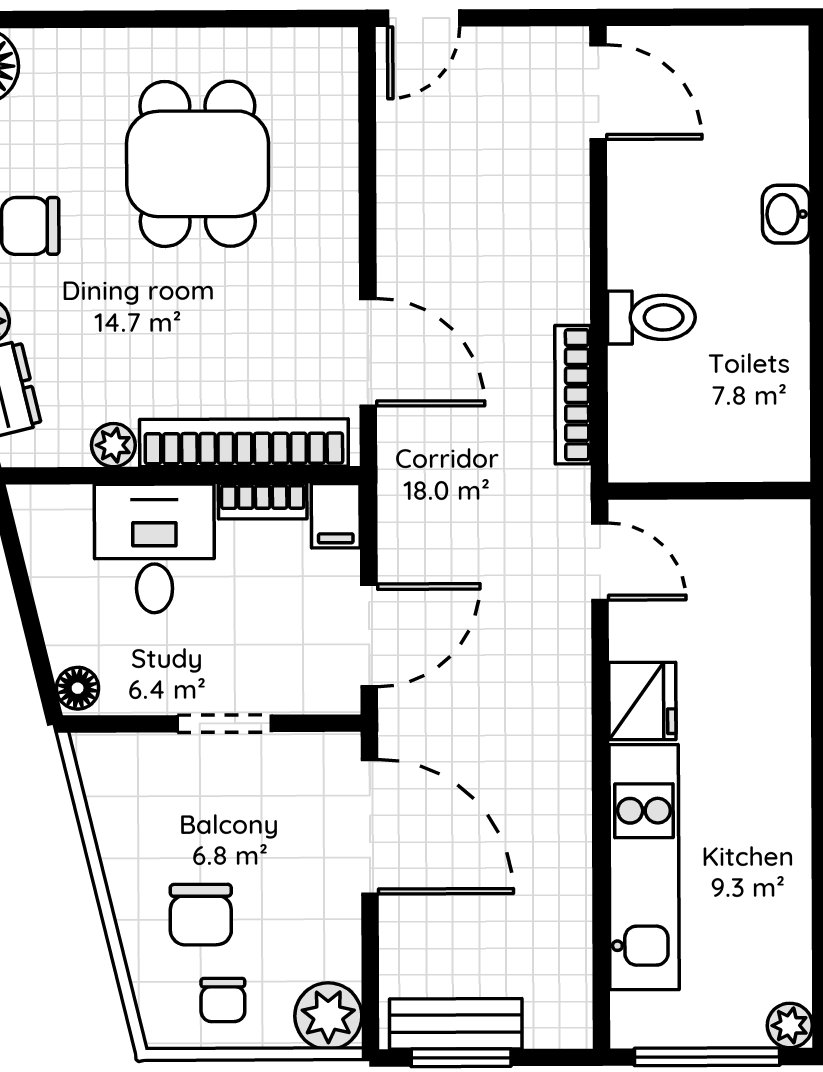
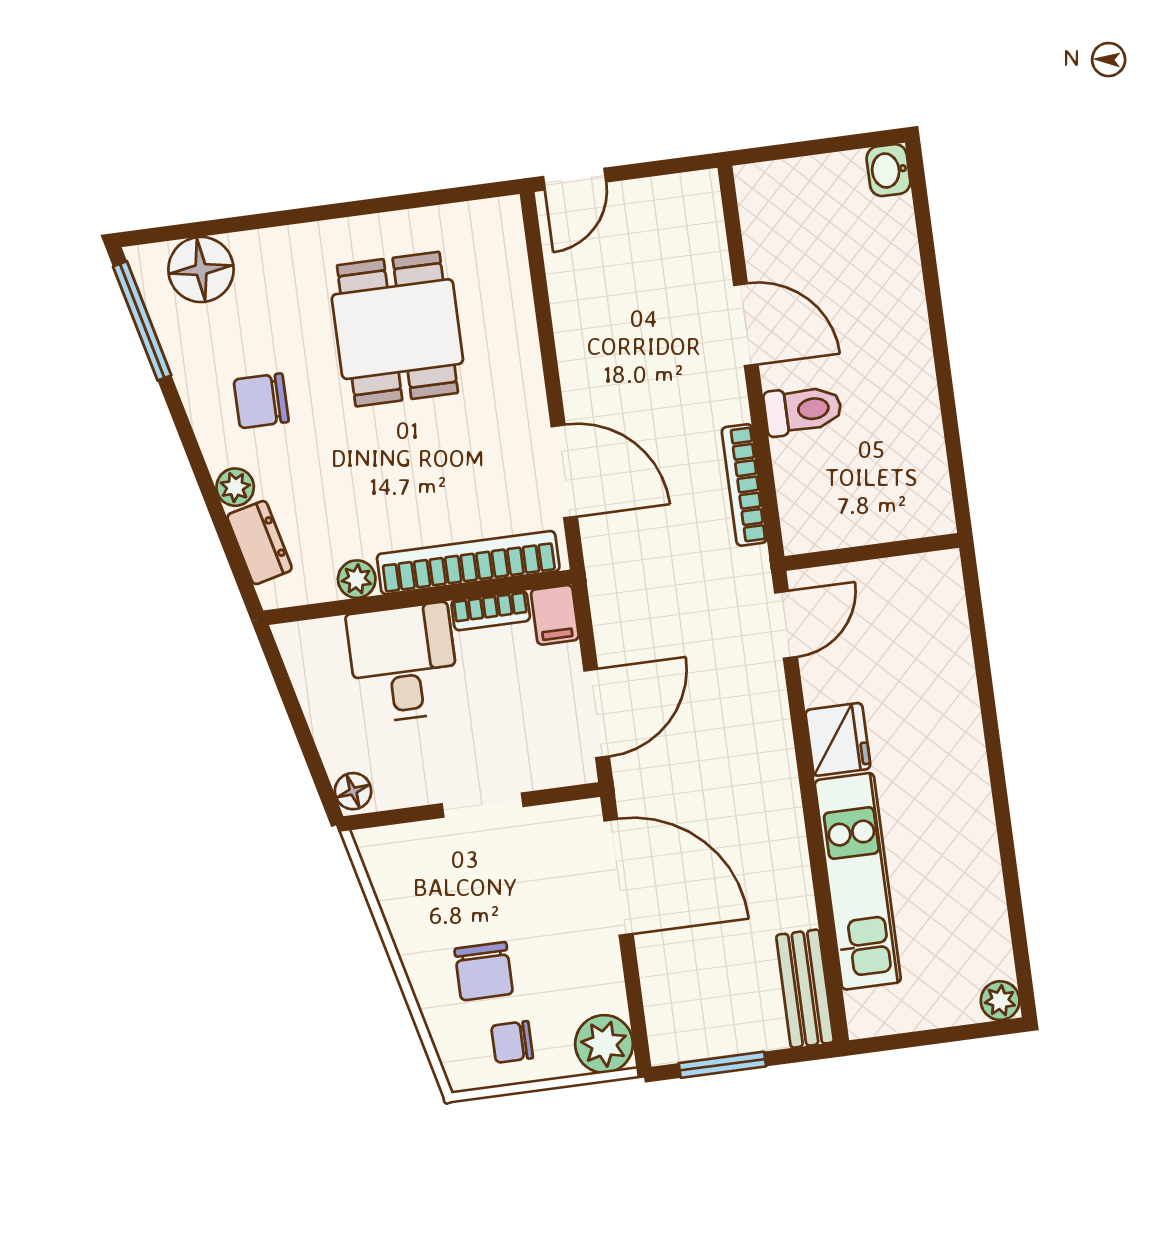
door: (598, 92) -> (746, 325), moved
washbasin: (786, 214) -> (888, 170), moved
door: (600, 562) -> (786, 625), hinge flipped
chair: (223, 1000) -> (512, 1042), turned 90
bench: (456, 1024) -> (805, 989), moved, turned 90
window: (707, 1057) -> (933, 1037), removed

